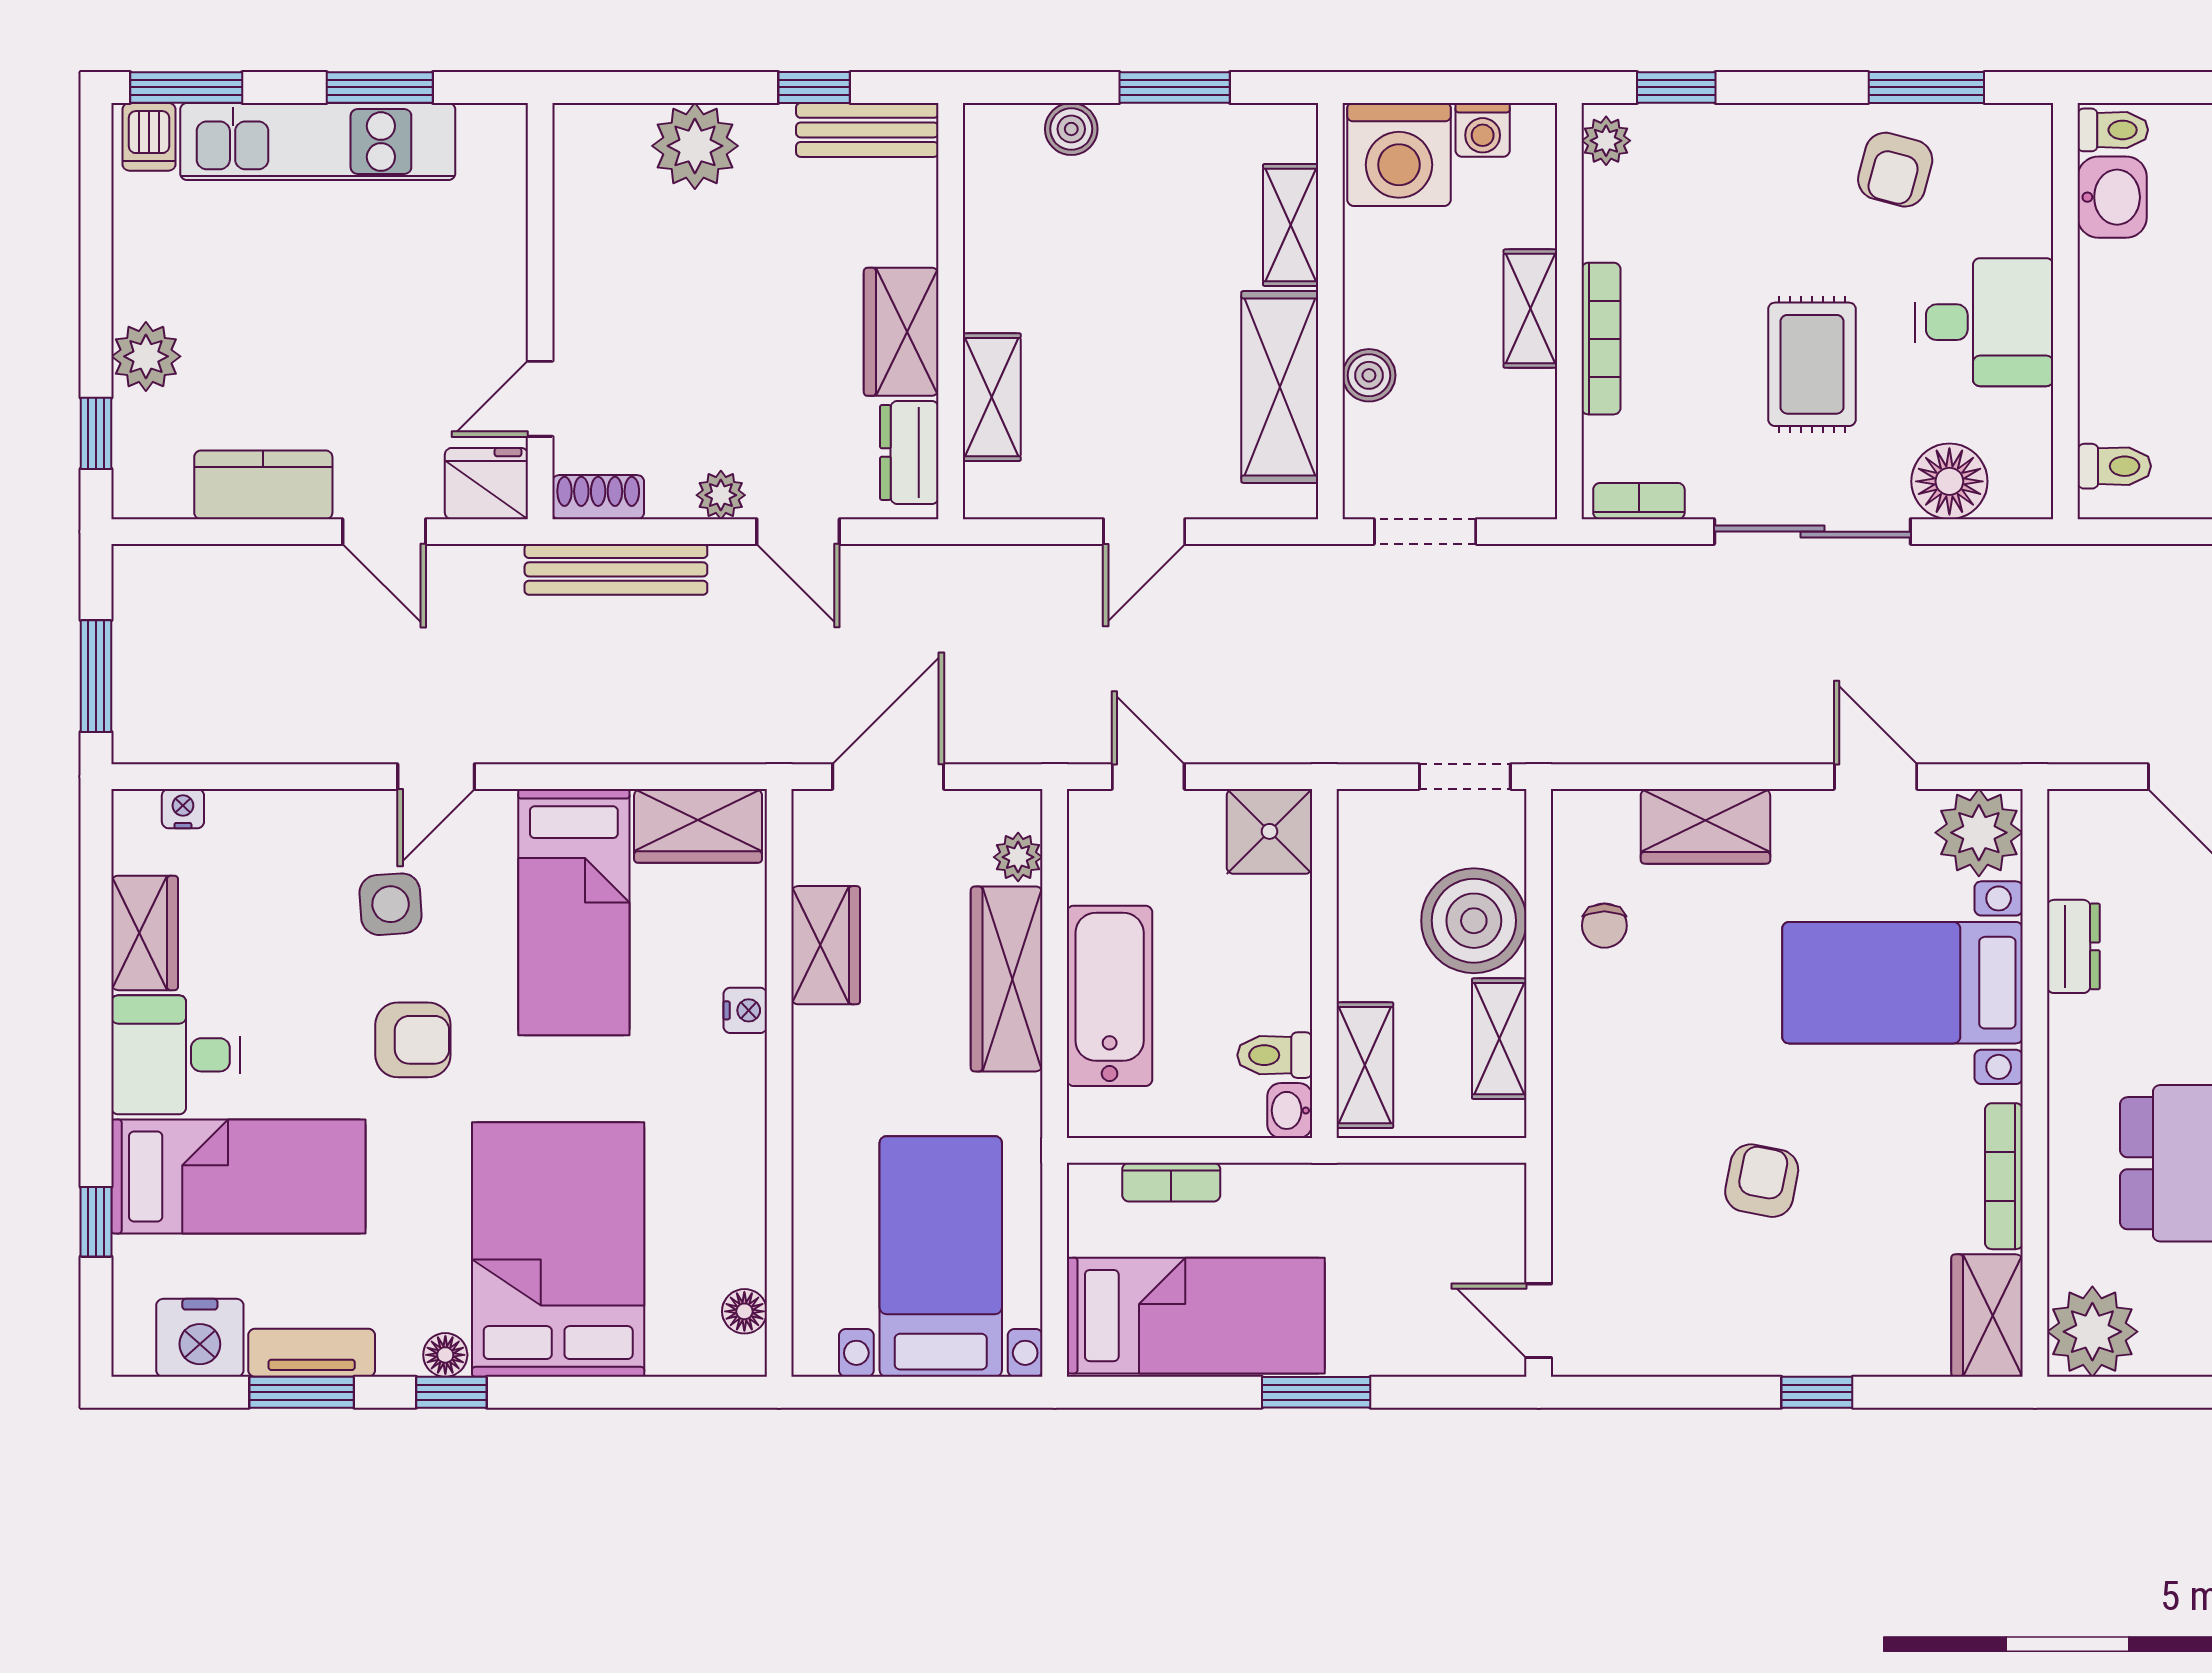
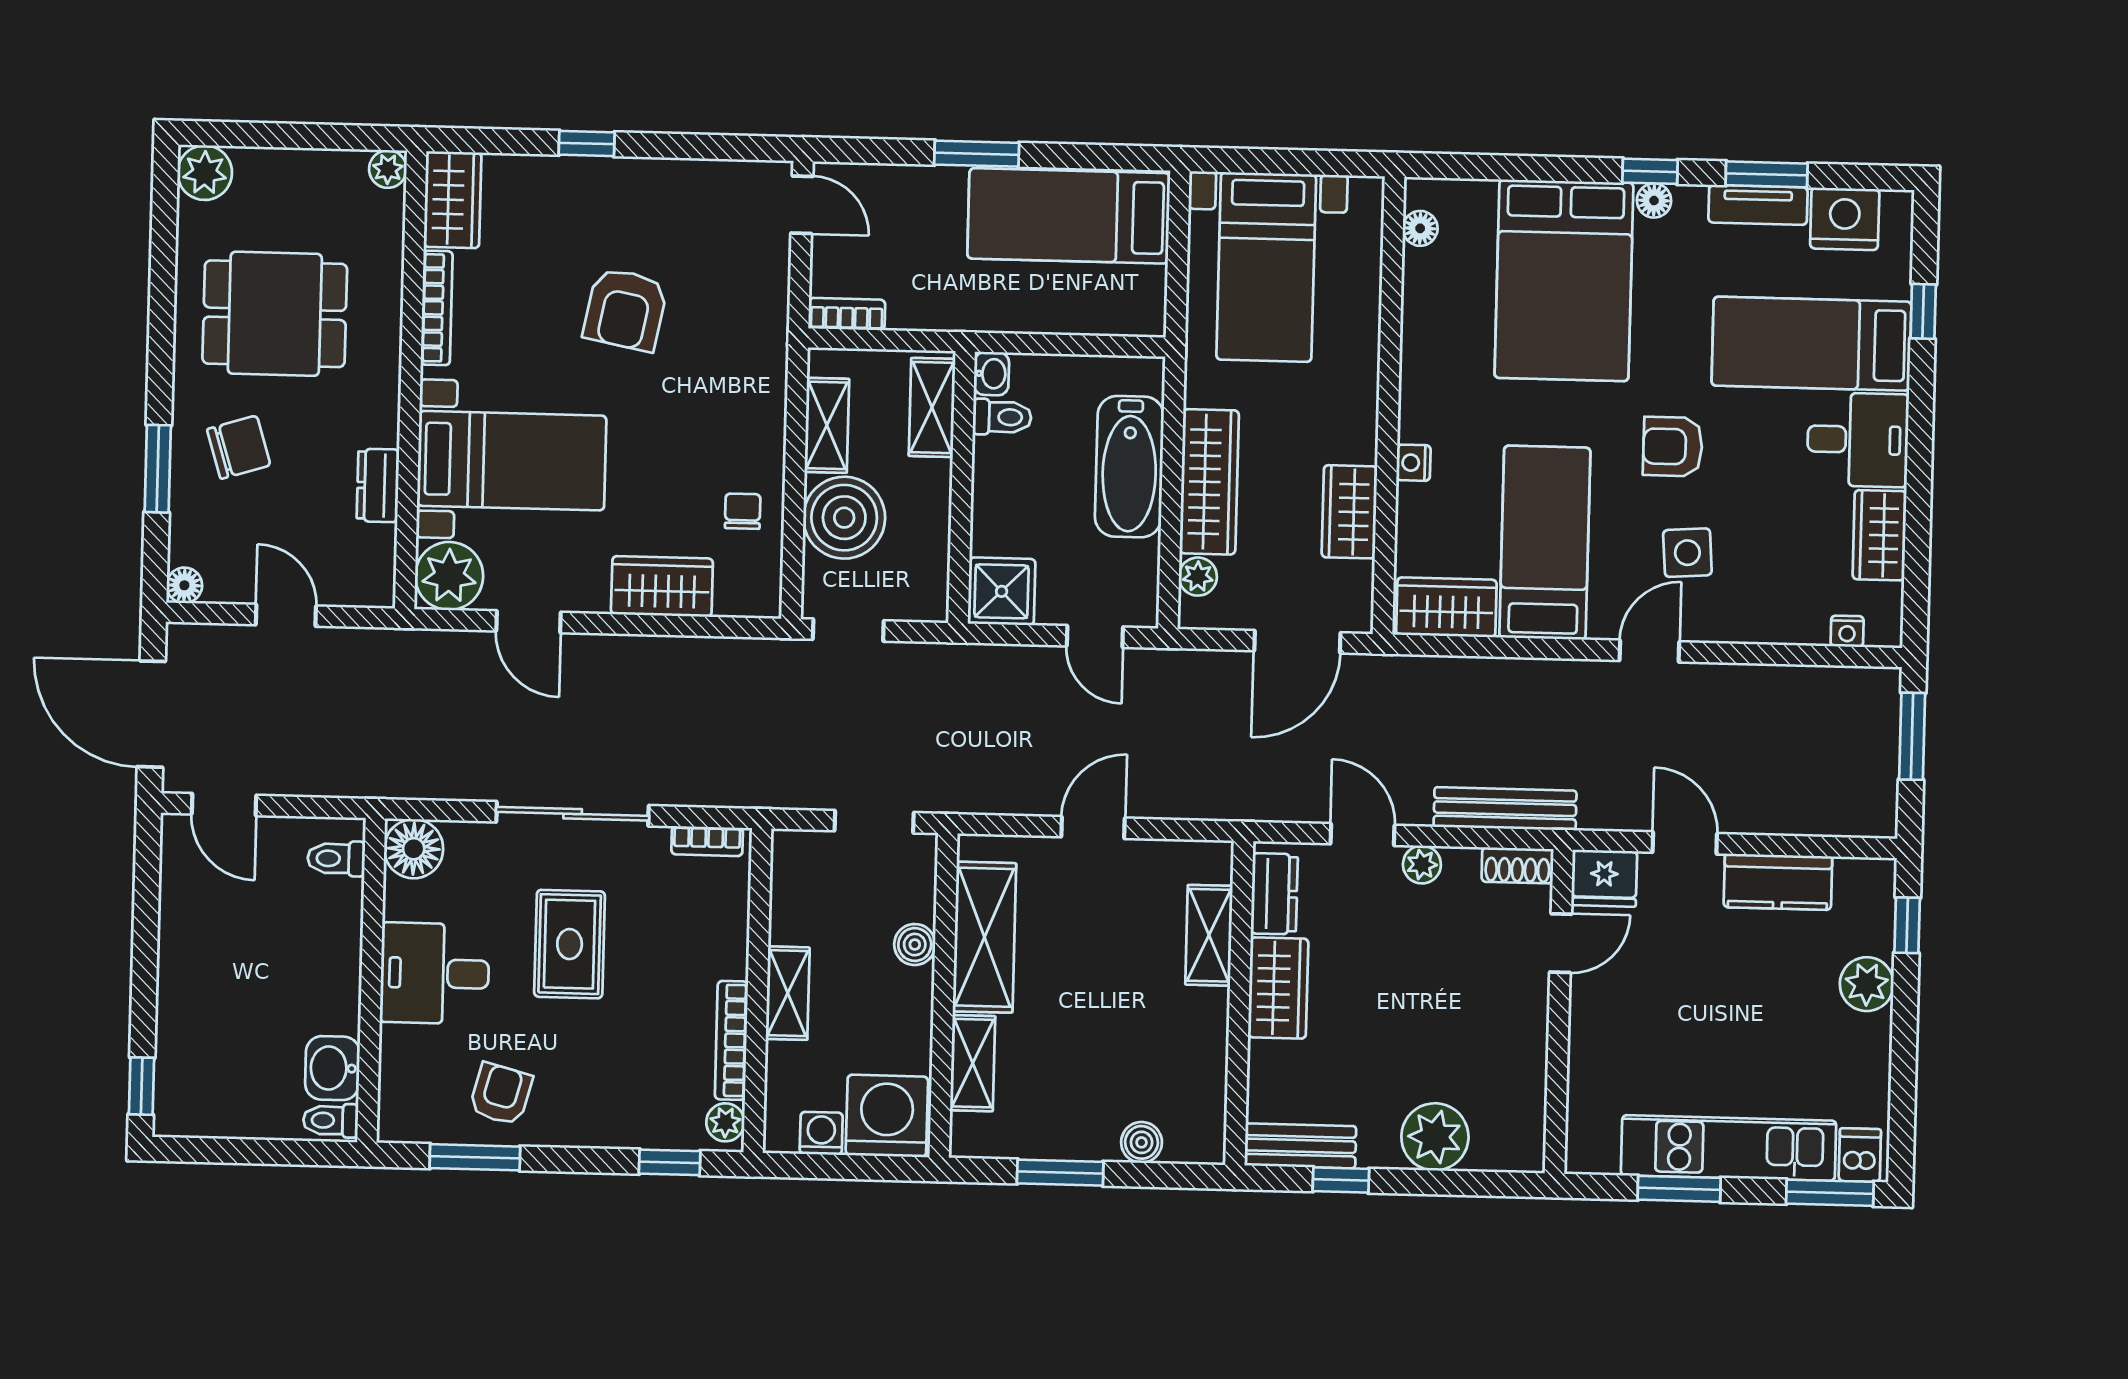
bookcase: (1601, 339) -> (731, 1040), moved
floor lamp: (1949, 481) -> (414, 849), moved
armchair: (1762, 1181) -> (625, 309), width x1.38, depth x1.38
bookcase: (1171, 1182) -> (847, 314), moved
plant: (2092, 1332) -> (388, 169), width x0.53, depth x0.53

